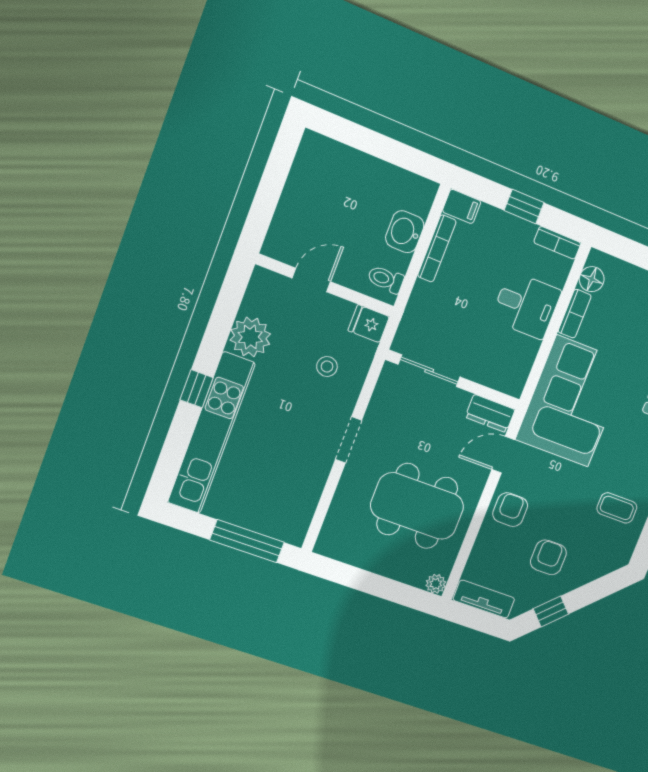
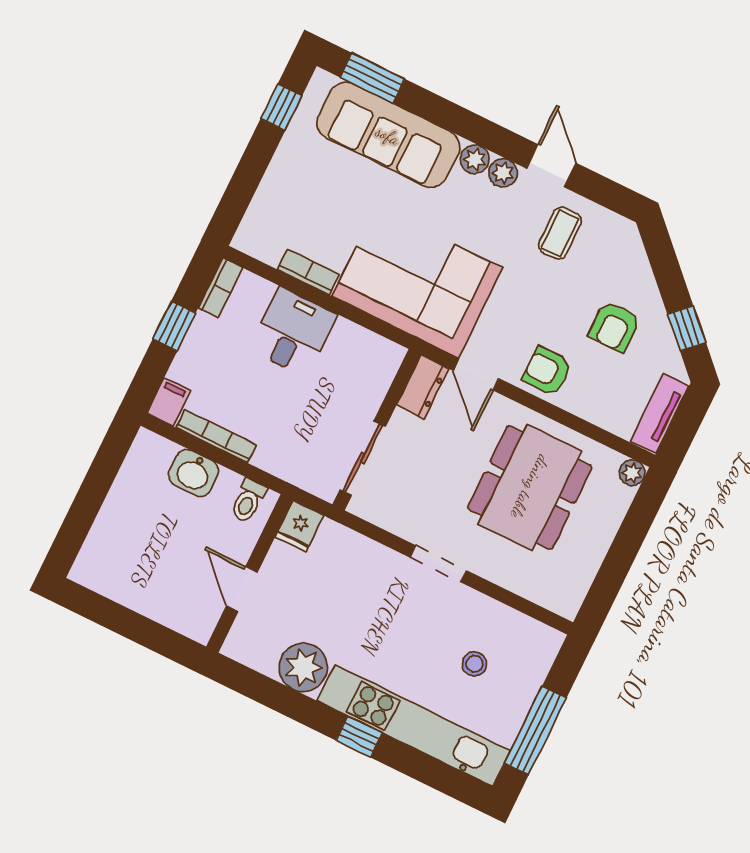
floor lamp: (592, 279) -> (268, 248), removed
stool: (327, 367) -> (474, 664), moved
window: (247, 541) -> (535, 731), moved
armchair: (548, 557) -> (615, 326), turned -90

